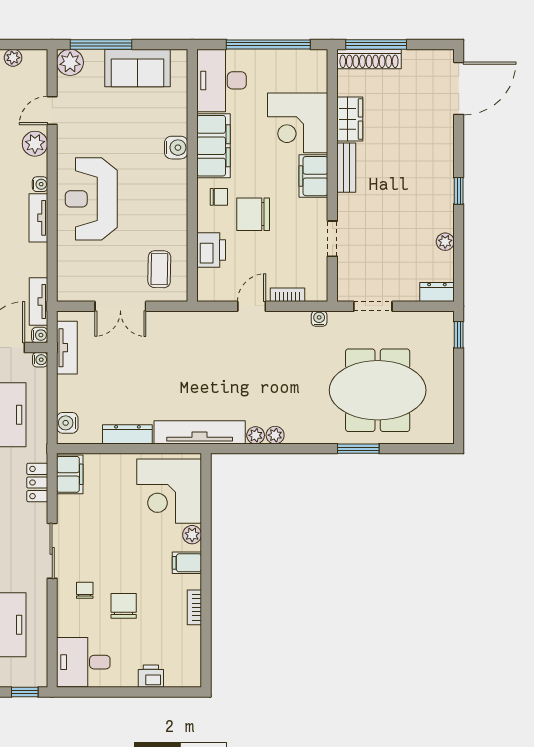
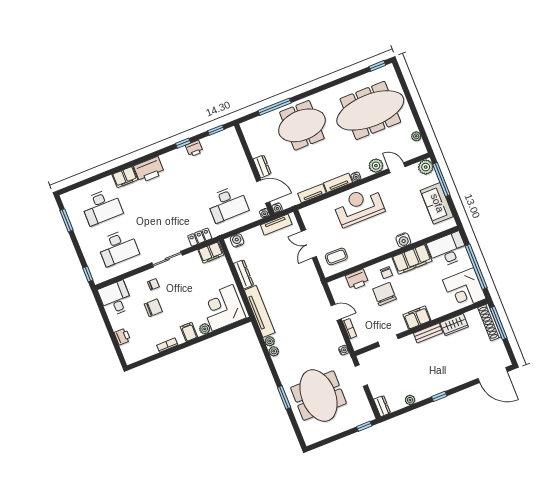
corner desk: (298, 123) -> (464, 289), moved, turned -90
tv unit: (38, 301) -> (312, 193), moved

